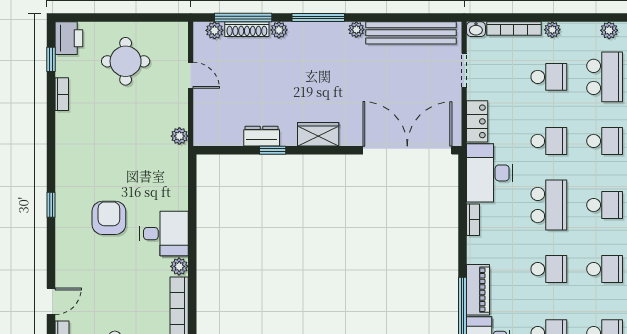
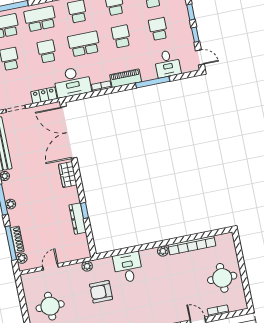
plant: (279, 30) -> (11, 204), moved
wardrobe: (318, 134) -> (68, 175), moved
dresser: (262, 136) -> (78, 219), width x1.44
school desk: (605, 141) -> (40, 19), width x1.85
armchair: (109, 218) -> (101, 292), moved
desk: (164, 234) -> (128, 267), moved
piano: (478, 290) -> (126, 78), moved

